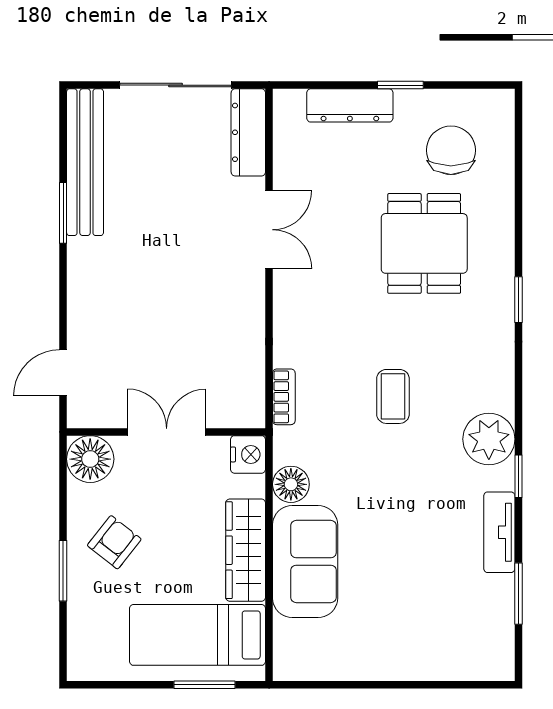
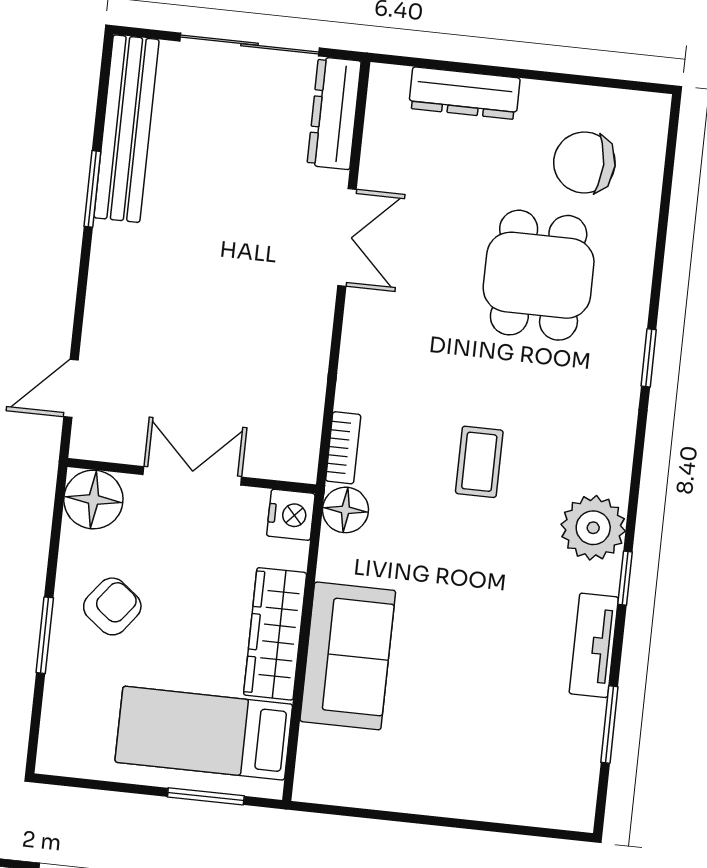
window: (400, 85) -> (530, 74), removed
chair: (451, 150) -> (584, 163), turned -90
floor lamp: (291, 484) -> (345, 510), moved

